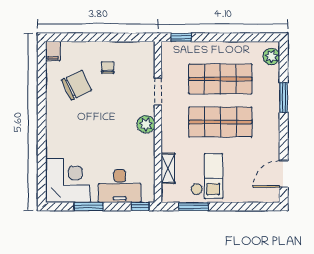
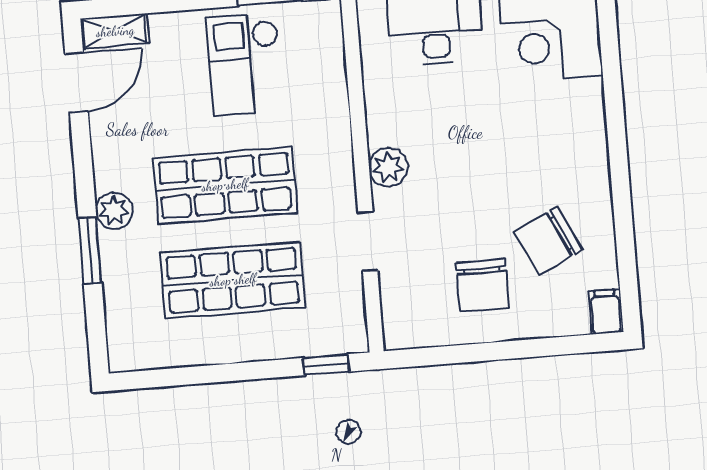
plant: (271, 57) -> (114, 211), moved
chair: (108, 68) -> (483, 285), width x1.87, depth x1.87
shelving: (168, 168) -> (115, 31), moved, turned 90

